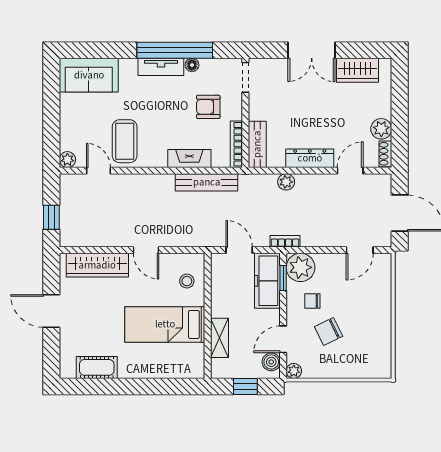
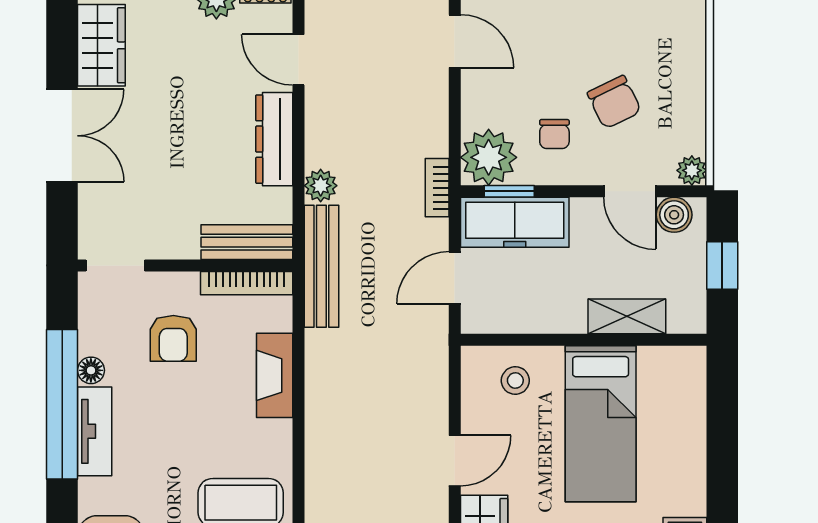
bench: (207, 182) -> (321, 266), moved

